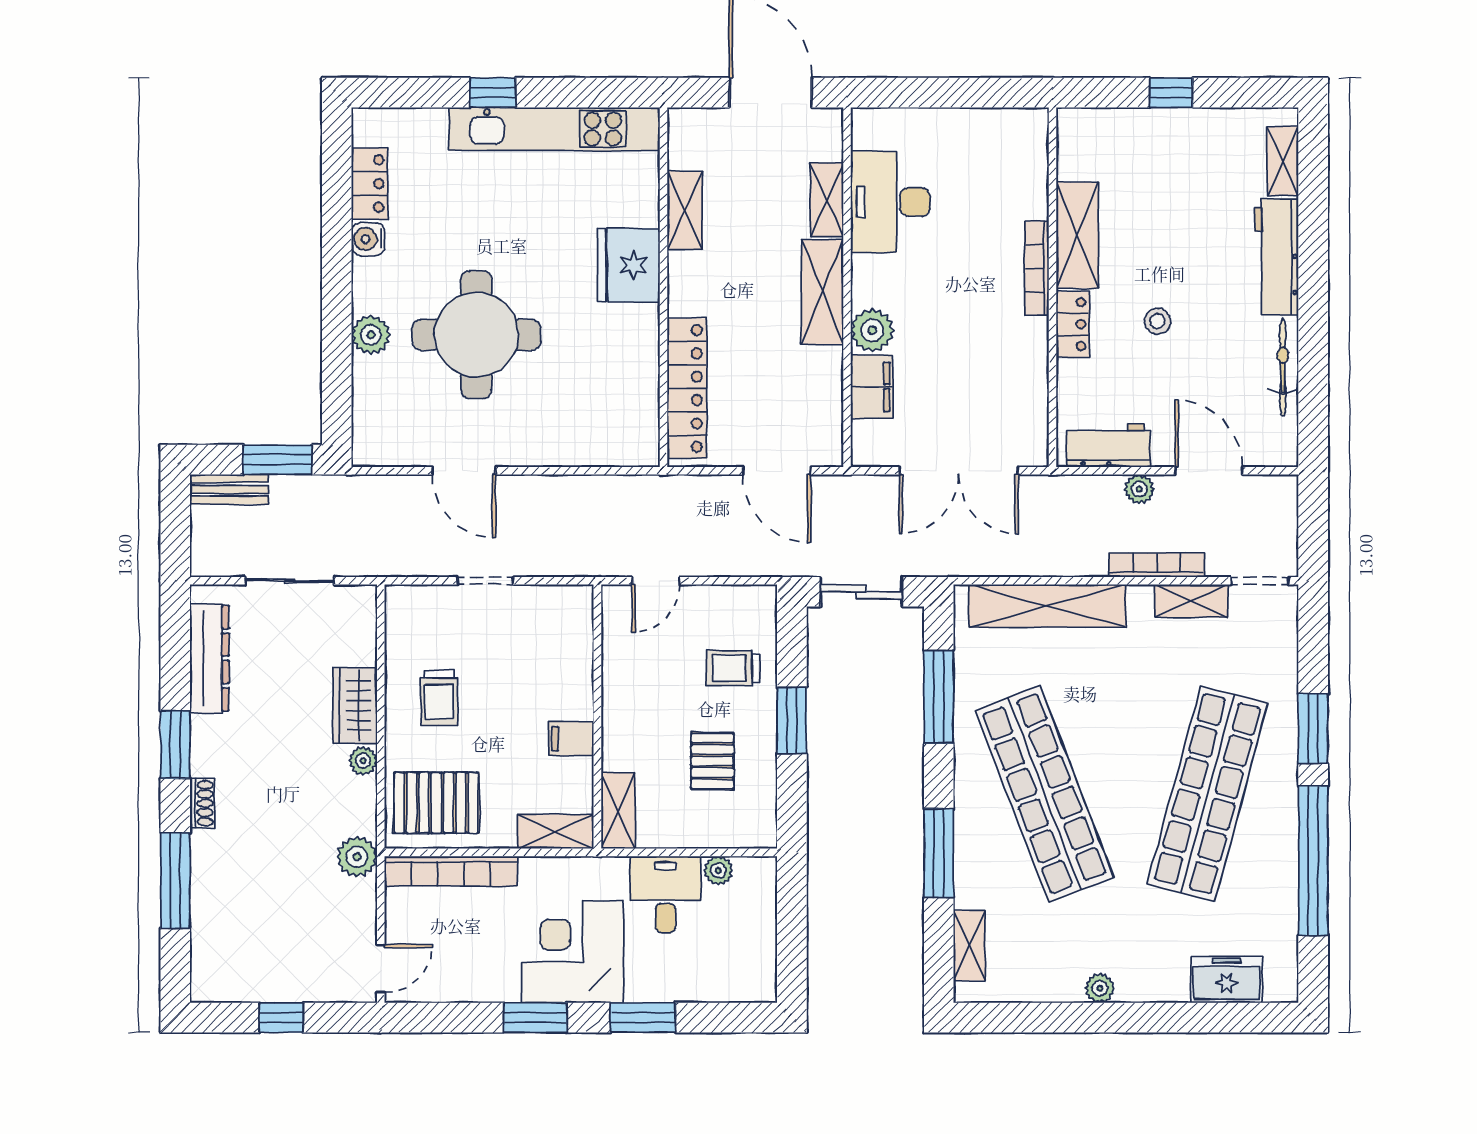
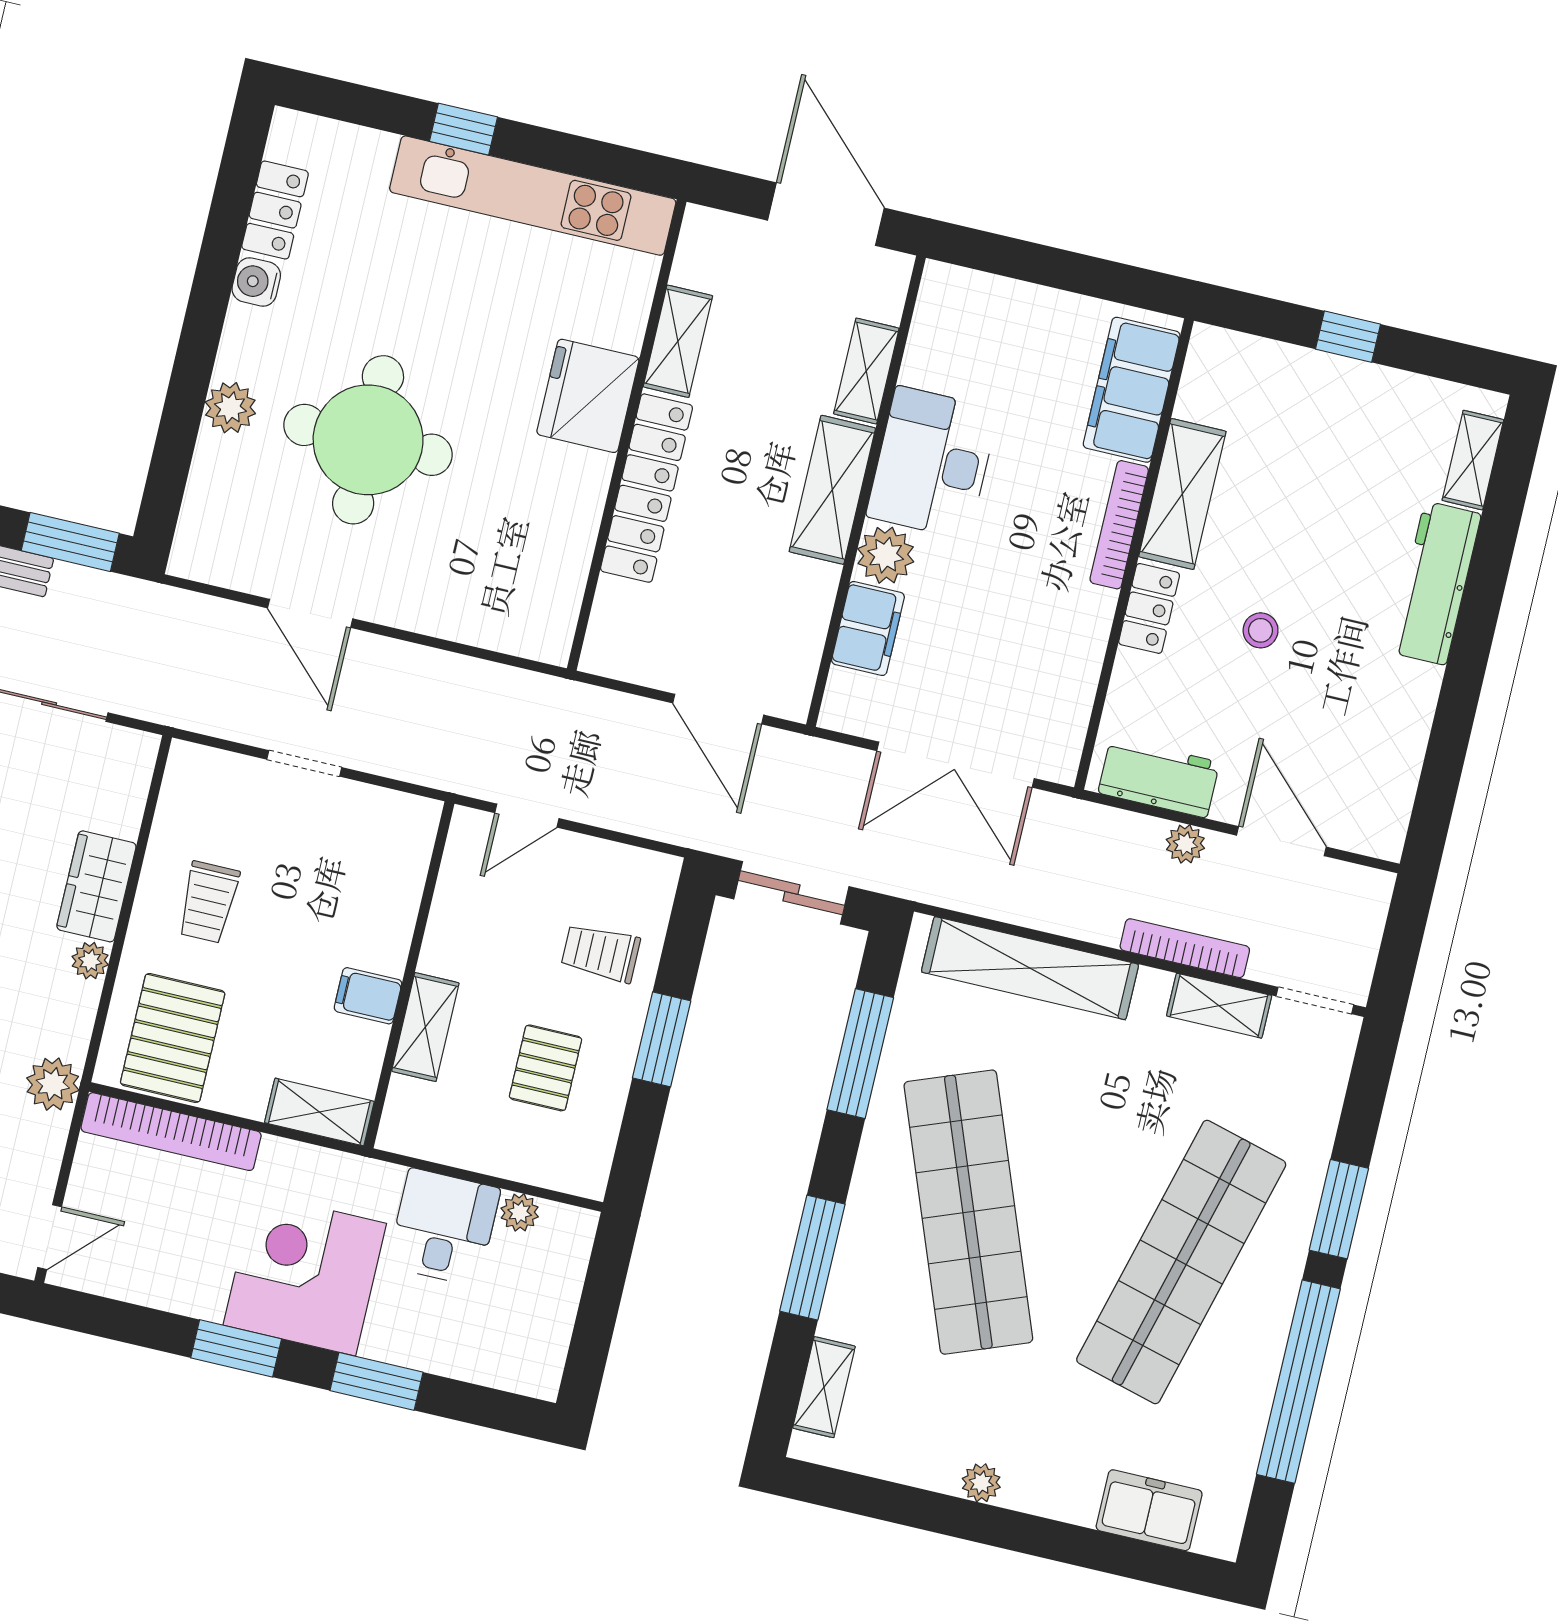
filing cabinet: (1023, 168) -> (1132, 390), added
desk: (890, 202) -> (932, 463), moved
bicycle: (1283, 367) -> (1410, 729), removed
locker: (687, 388) -> (646, 488), moved
pallet: (436, 803) -> (173, 1038), turned 90
shelving: (618, 811) -> (425, 1027), moved

